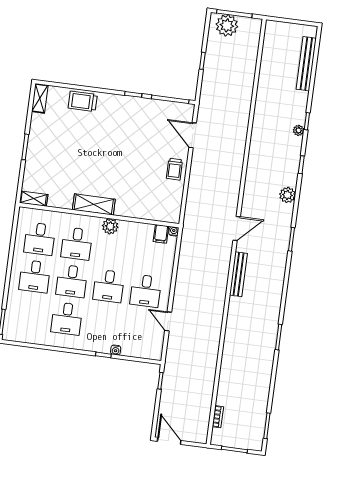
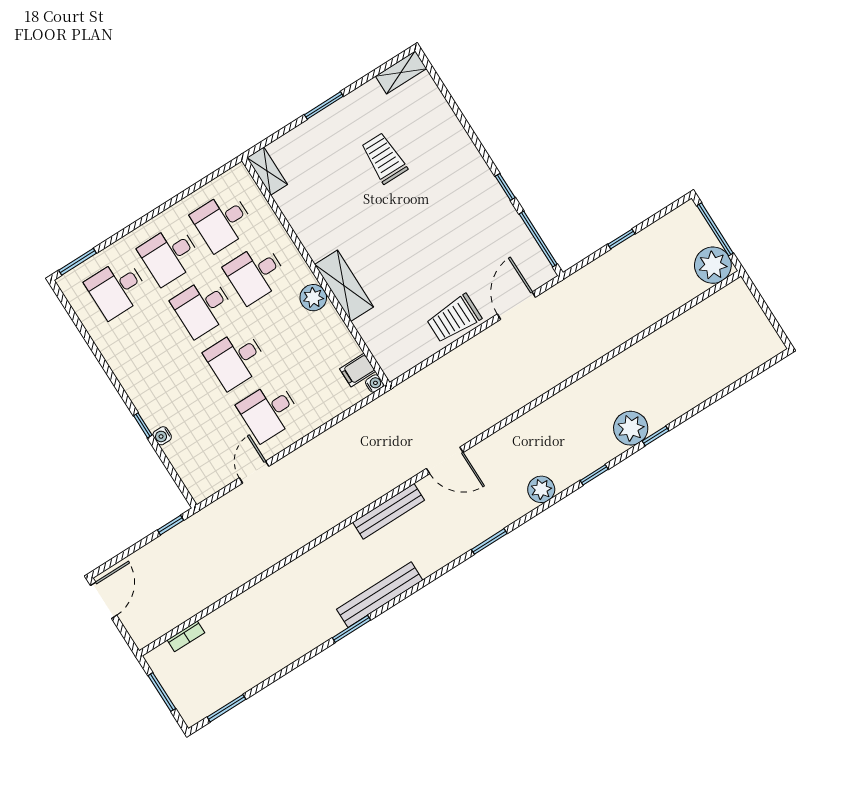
plant: (227, 25) -> (713, 265), moved
bench: (306, 64) -> (380, 595), moved
trolley: (83, 101) -> (384, 158), moved
plant: (299, 130) -> (631, 428), width x1.88, depth x1.88
trolley: (174, 169) -> (454, 318), width x1.36, depth x1.39
shelving: (94, 204) -> (344, 286), moved
desk: (67, 319) -> (117, 288), moved

